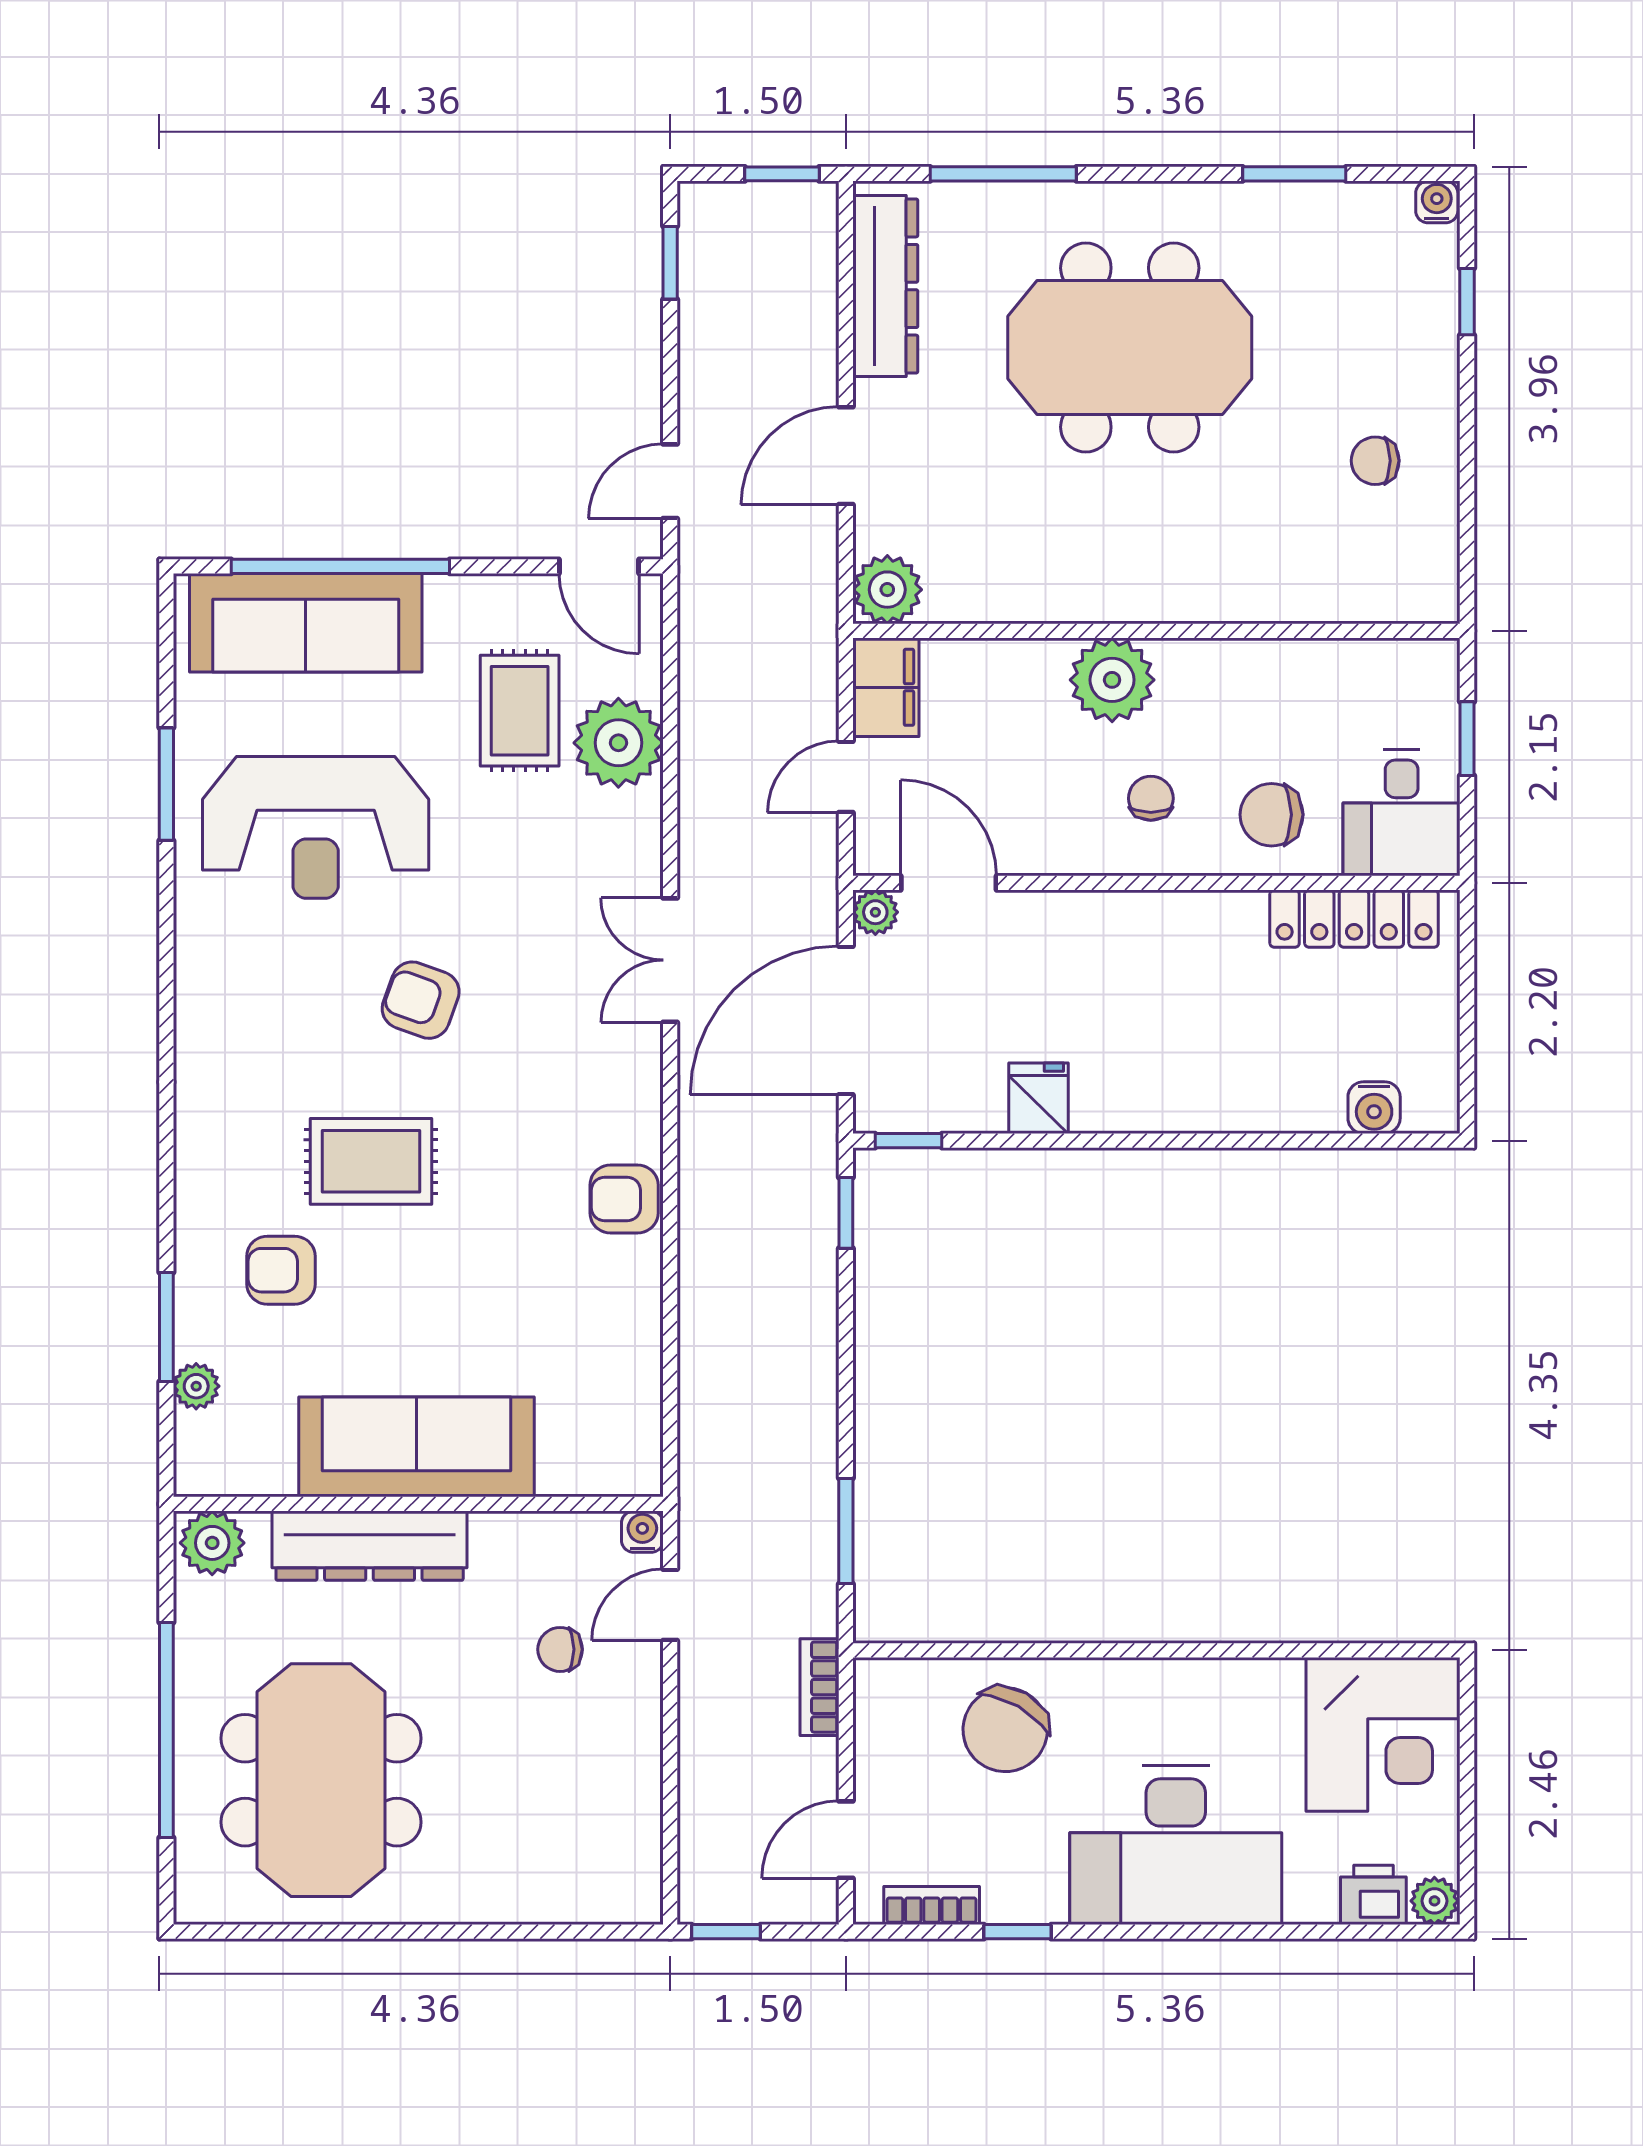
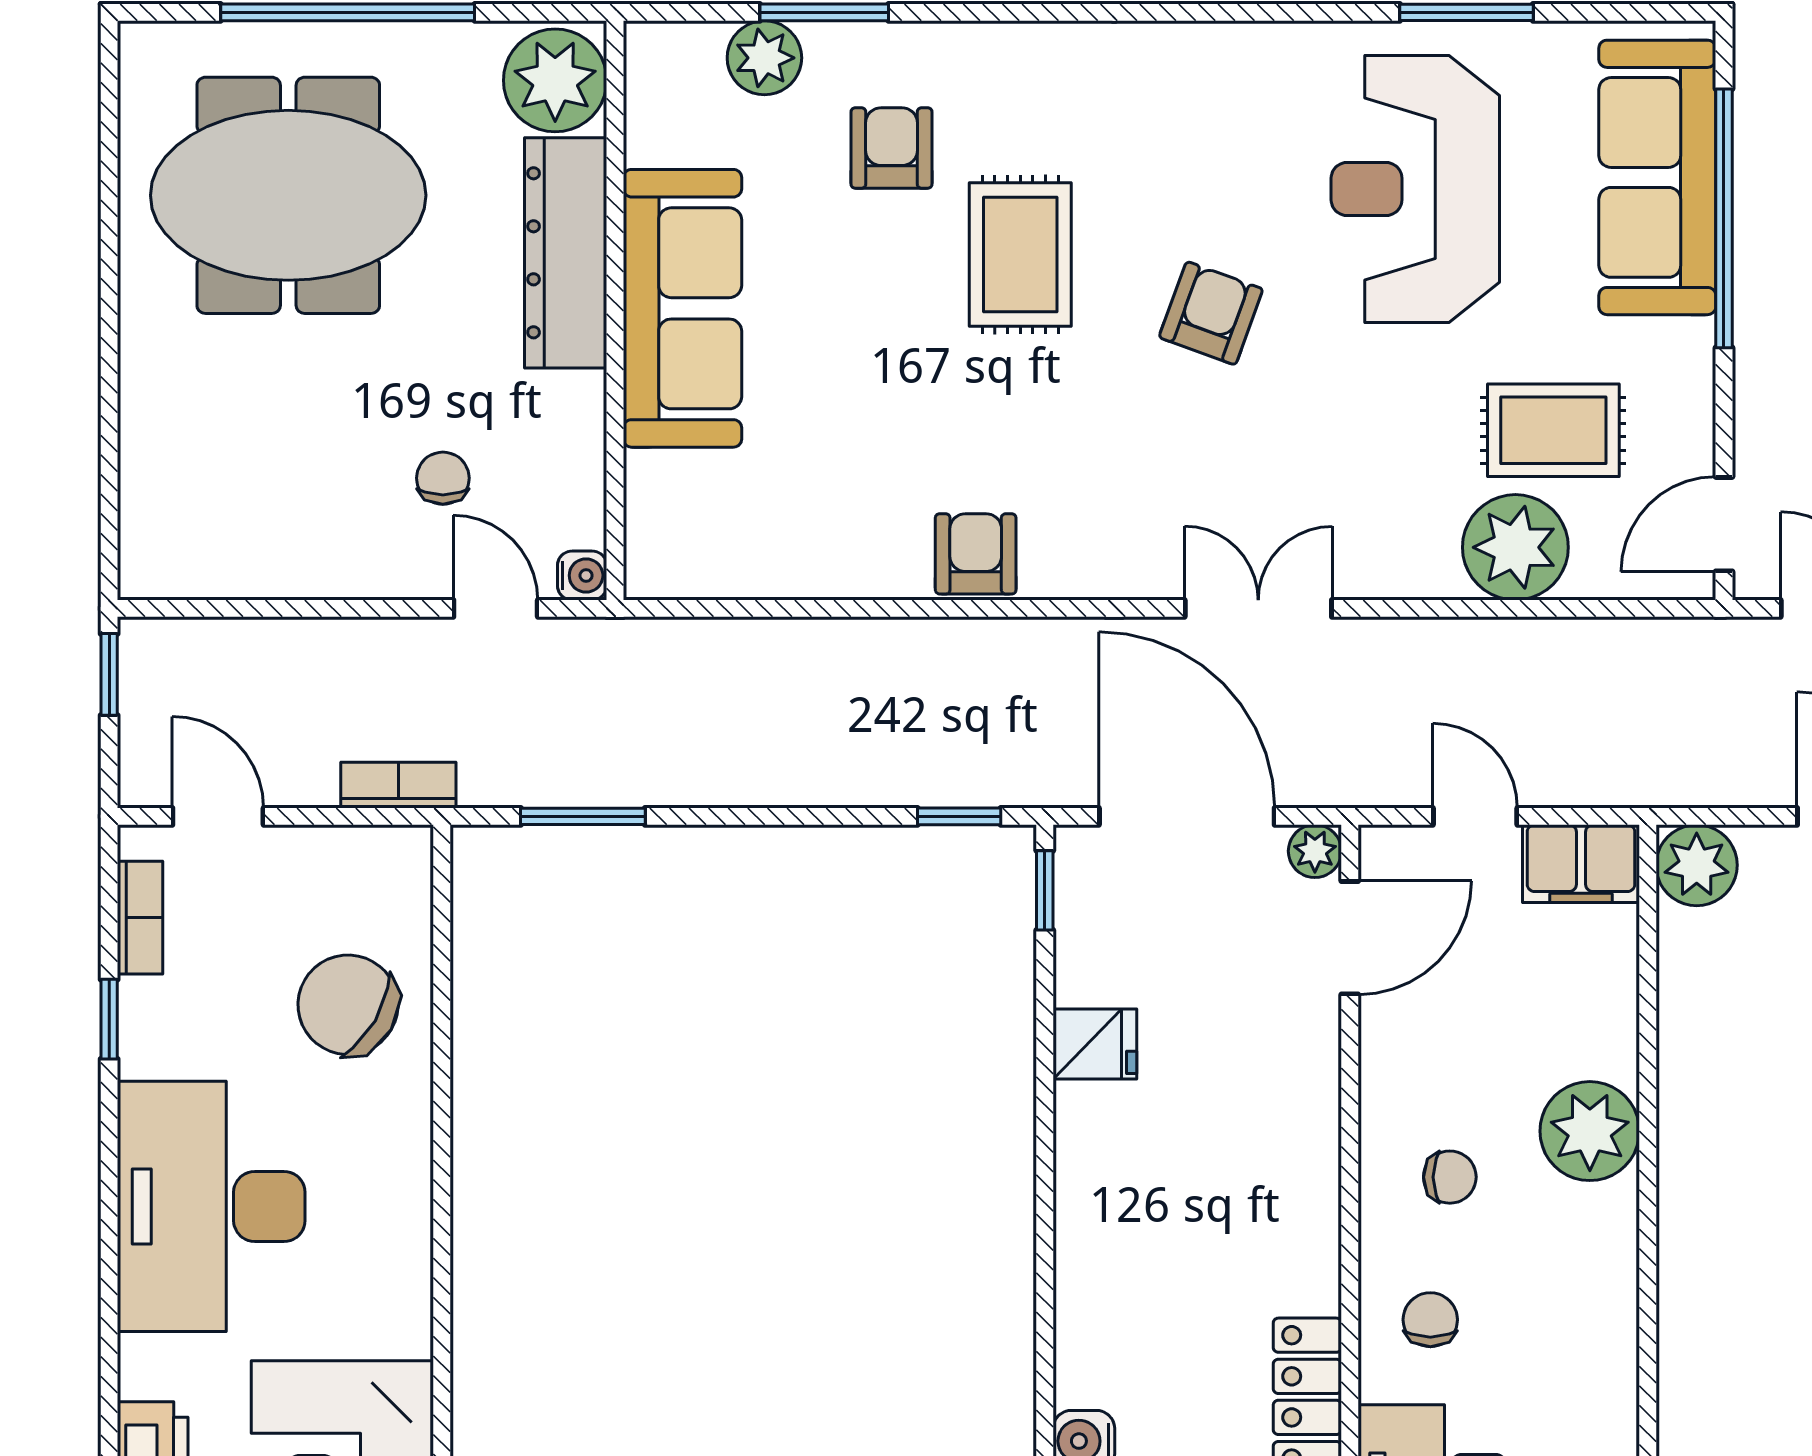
chair: (1271, 815) -> (1430, 1320), width x0.73, depth x0.73
plant: (196, 1386) -> (764, 58), width x1.38, depth x1.38
plant: (212, 1543) -> (555, 80), width x1.36, depth x1.36

